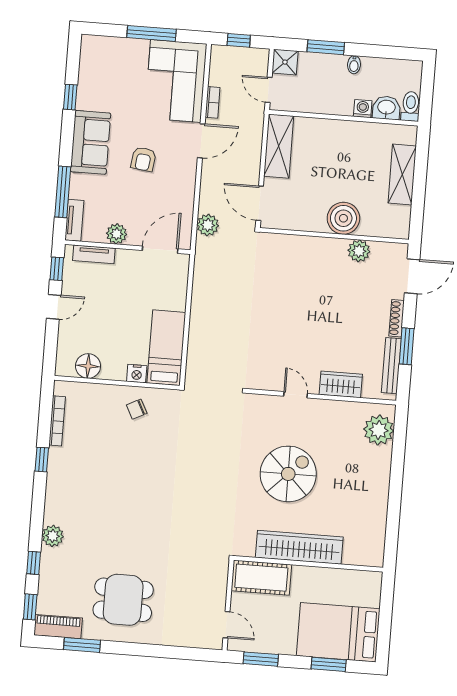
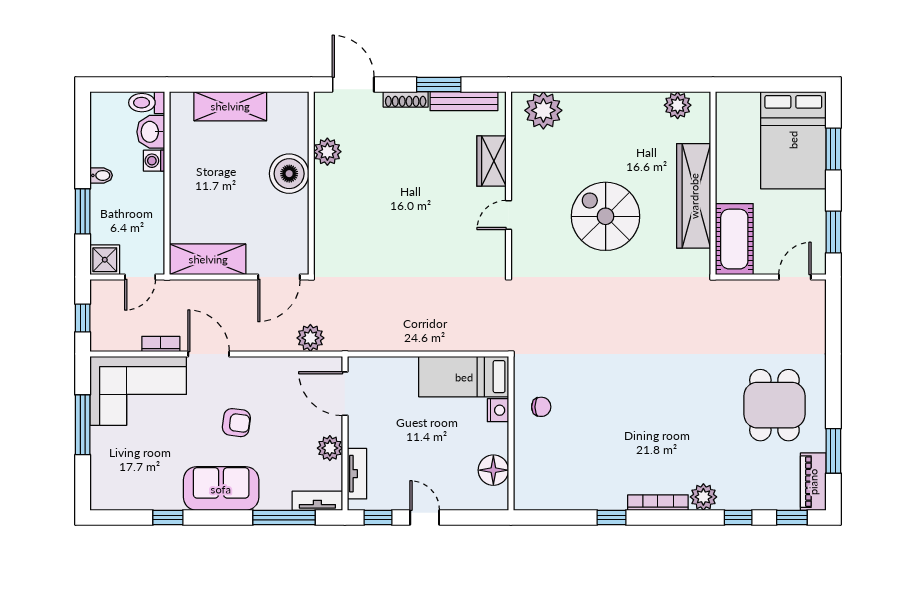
chair: (137, 409) -> (541, 407), turned -63
bookcase: (57, 421) -> (658, 503), moved
plant: (374, 540) -> (678, 105), added

